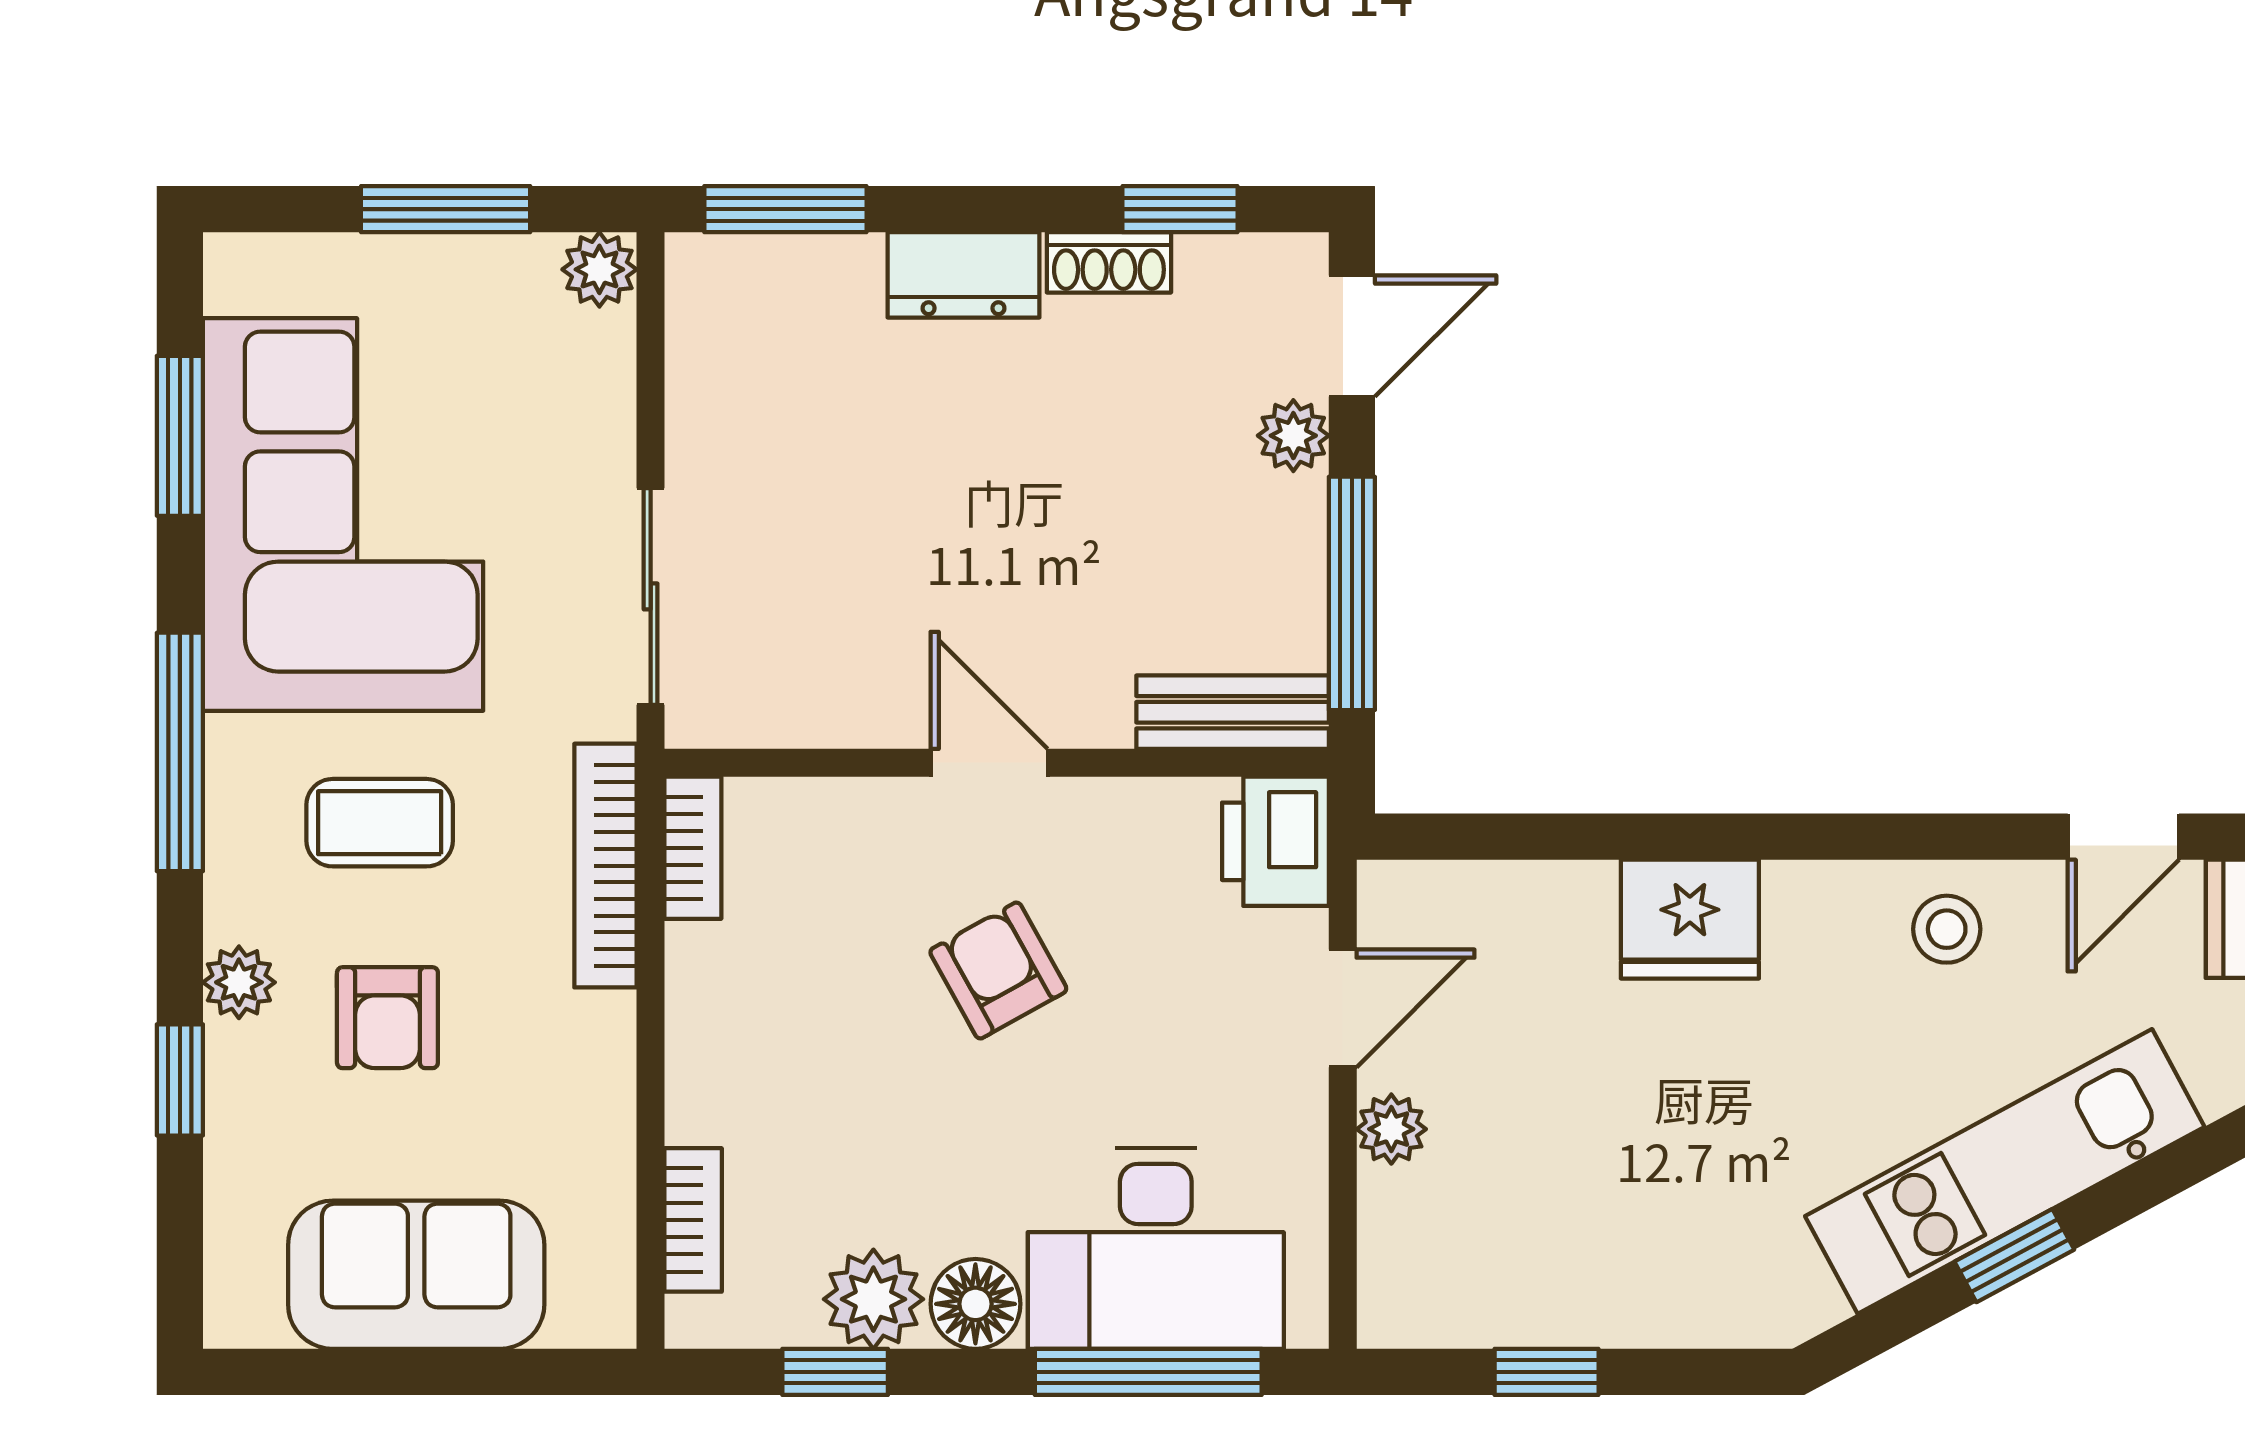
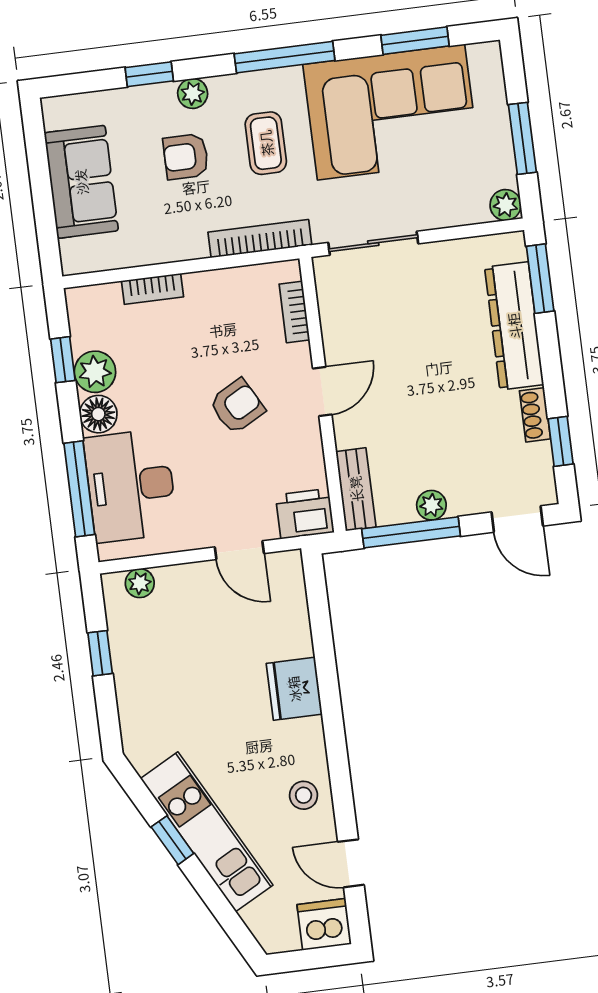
dresser: (963, 275) -> (514, 326), width x1.96, depth x1.24
plant: (1293, 436) -> (431, 505), moved
bookcase: (693, 848) -> (294, 312), moved, turned 90
plant: (1391, 1129) -> (140, 583), moved
bookcase: (693, 1220) -> (152, 289), moved

